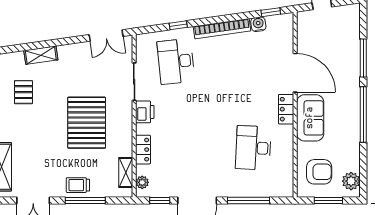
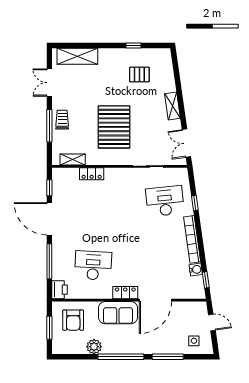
side table: (344, 26) -> (194, 341), added
shelving: (41, 55) -> (172, 106), moved
printer: (145, 112) -> (59, 290), moved, turned -90
pallet: (87, 123) -> (114, 127), turned 90
plant: (351, 181) -> (94, 347), moved
plant: (142, 182) -> (64, 173), removed

